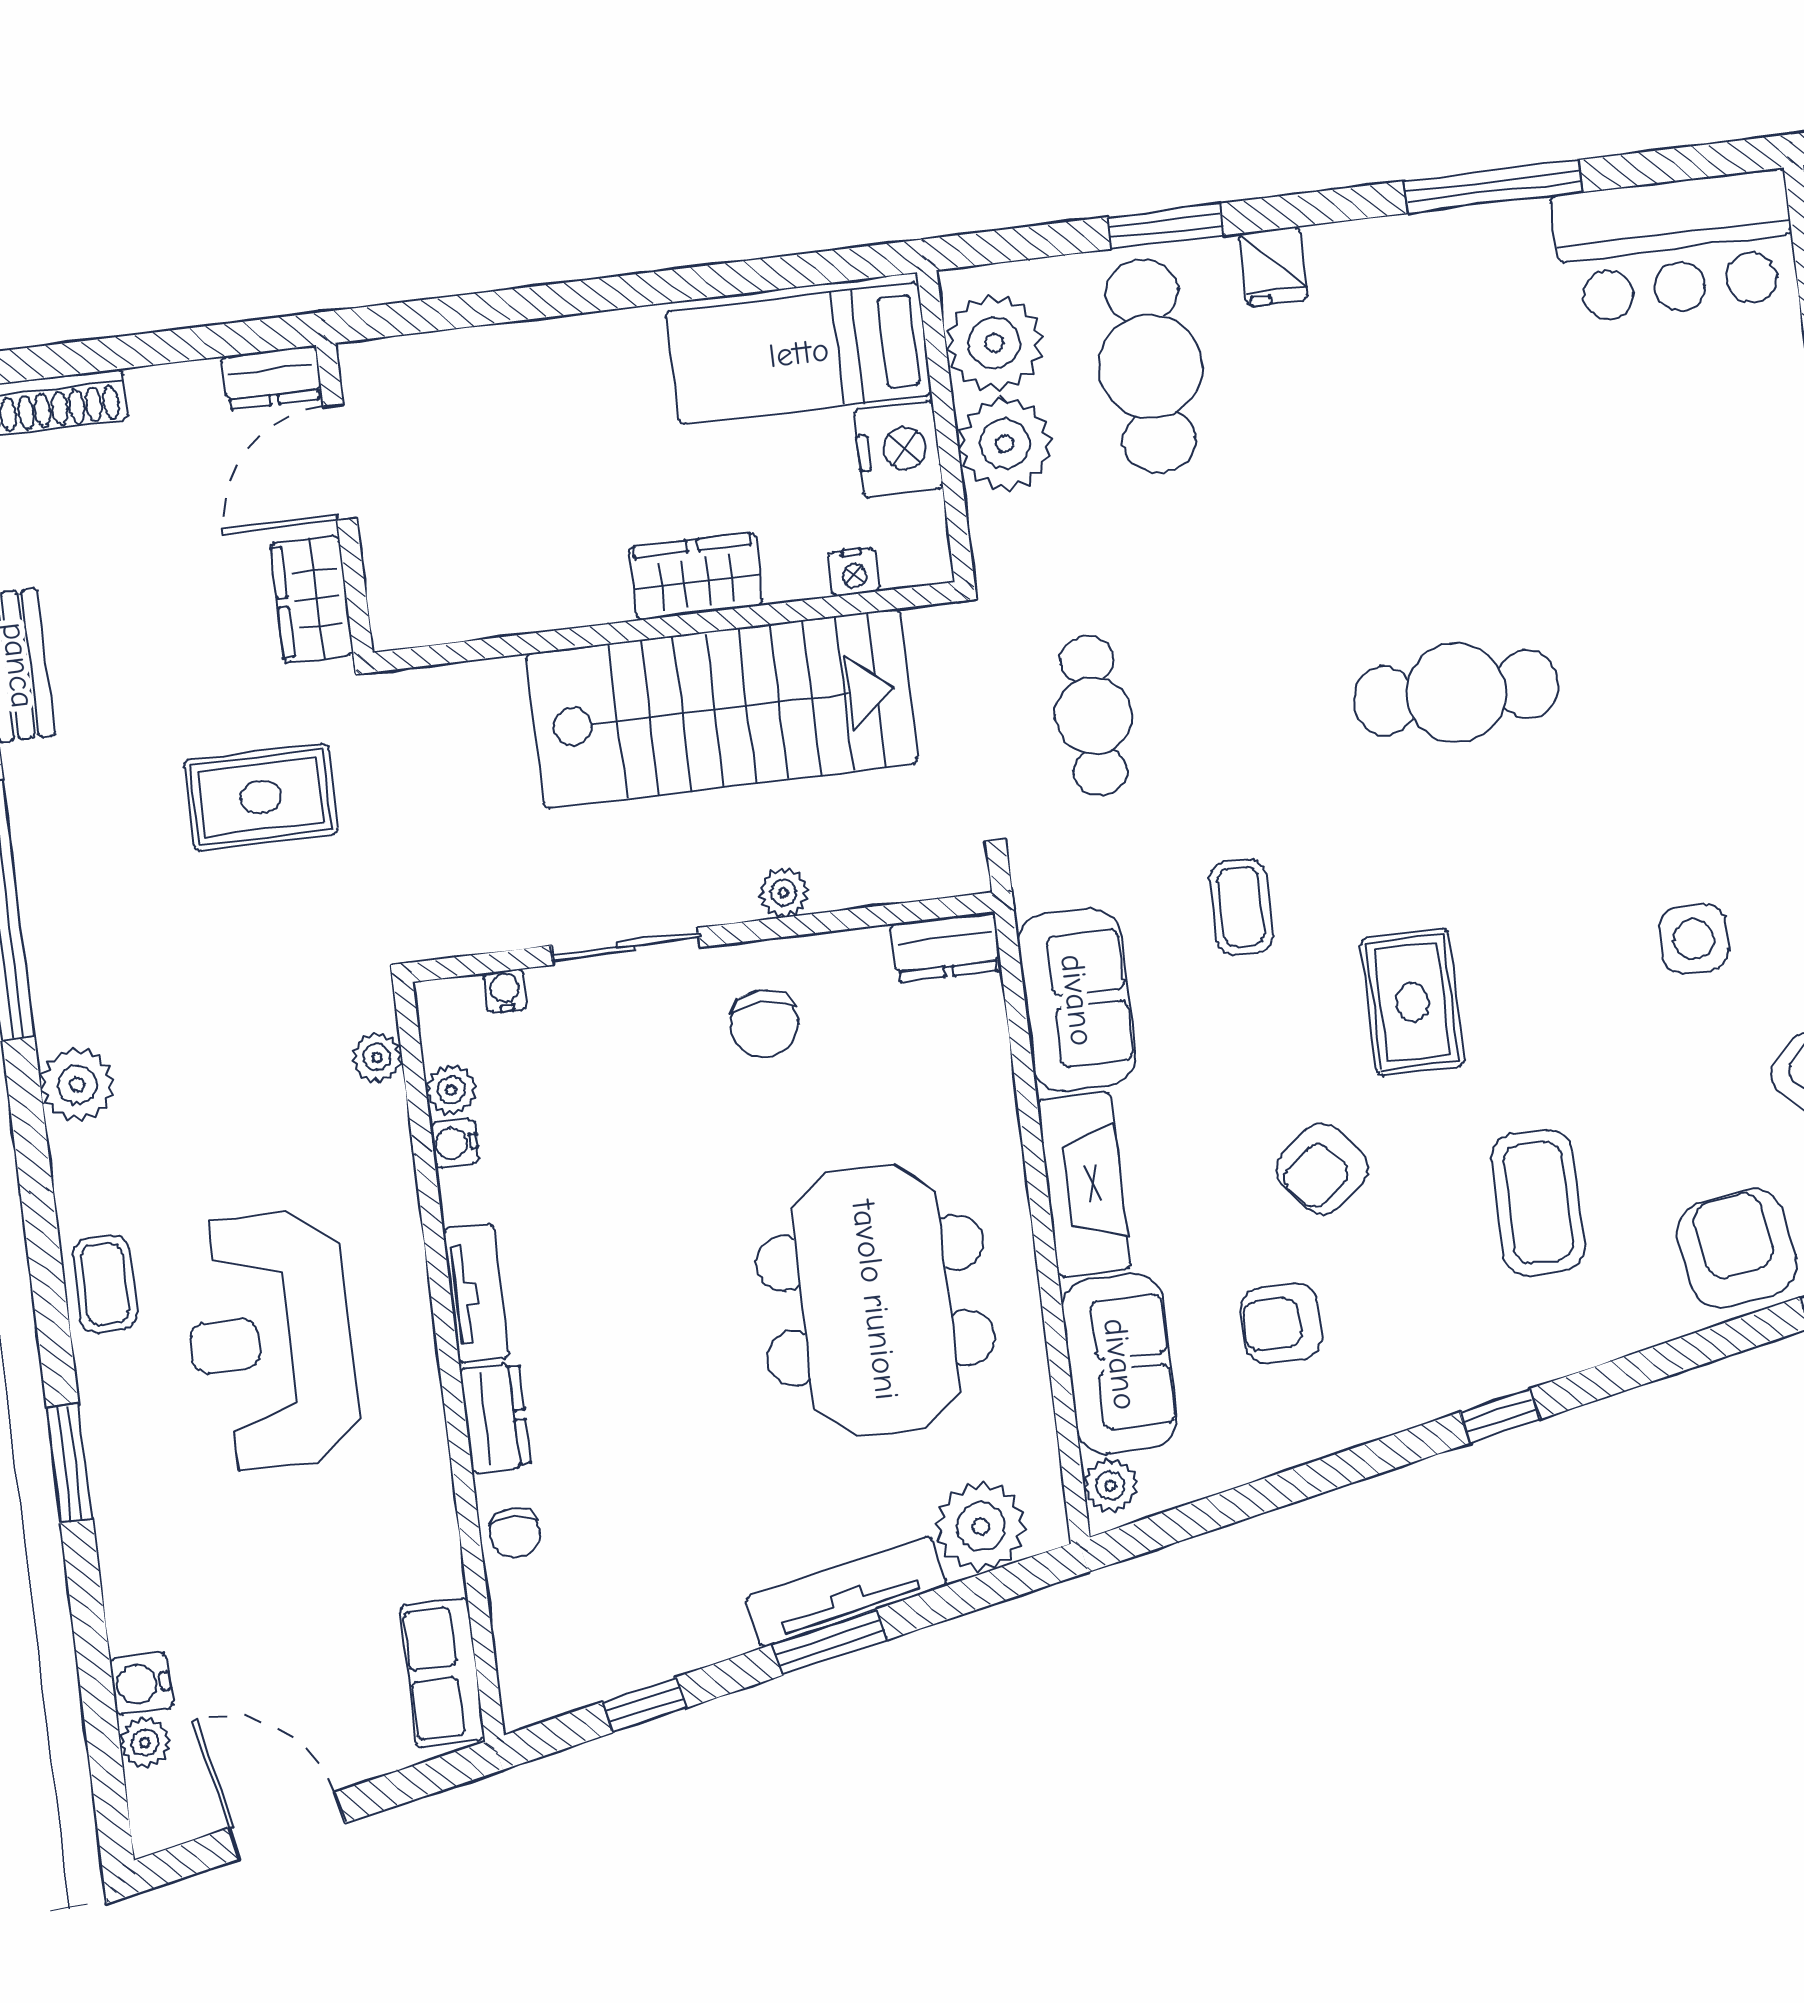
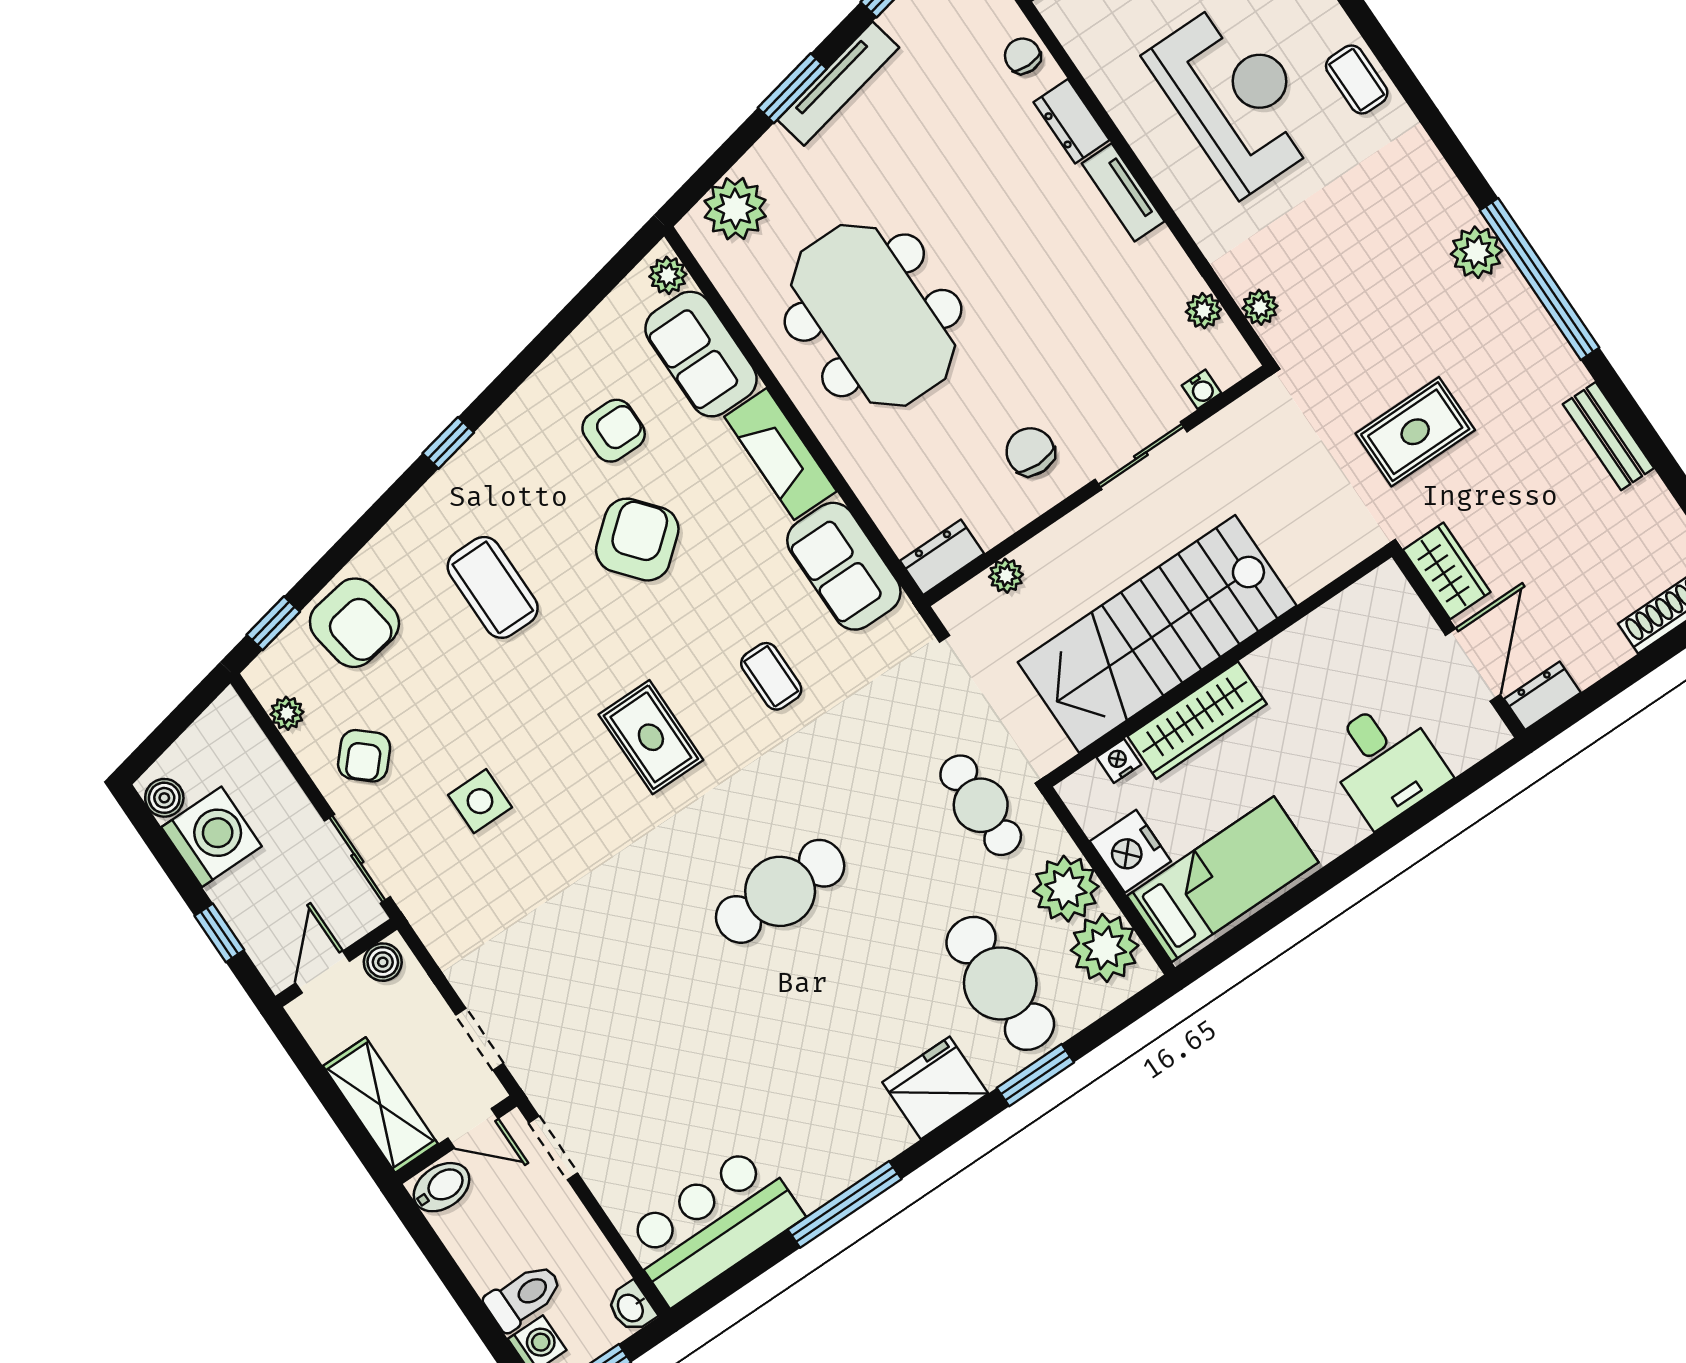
fridge: (1273, 266) -> (935, 1088), width x1.88, depth x1.34
desk: (515, 396) -> (1385, 762), added
wardrobe: (696, 576) -> (1197, 720), width x1.50
cafe table: (1456, 693) -> (780, 891), moved
cafe table: (1093, 716) -> (981, 805), moved
plant: (784, 893) -> (1006, 576), moved
rug: (1412, 1002) -> (651, 737), moved
plant: (77, 1085) -> (1476, 252), moved
water cooler: (455, 1143) -> (1184, 279), removed
armchair: (1322, 1169) -> (637, 540), width x1.38, depth x1.38
tv unit: (846, 1592) -> (838, 84), moved

